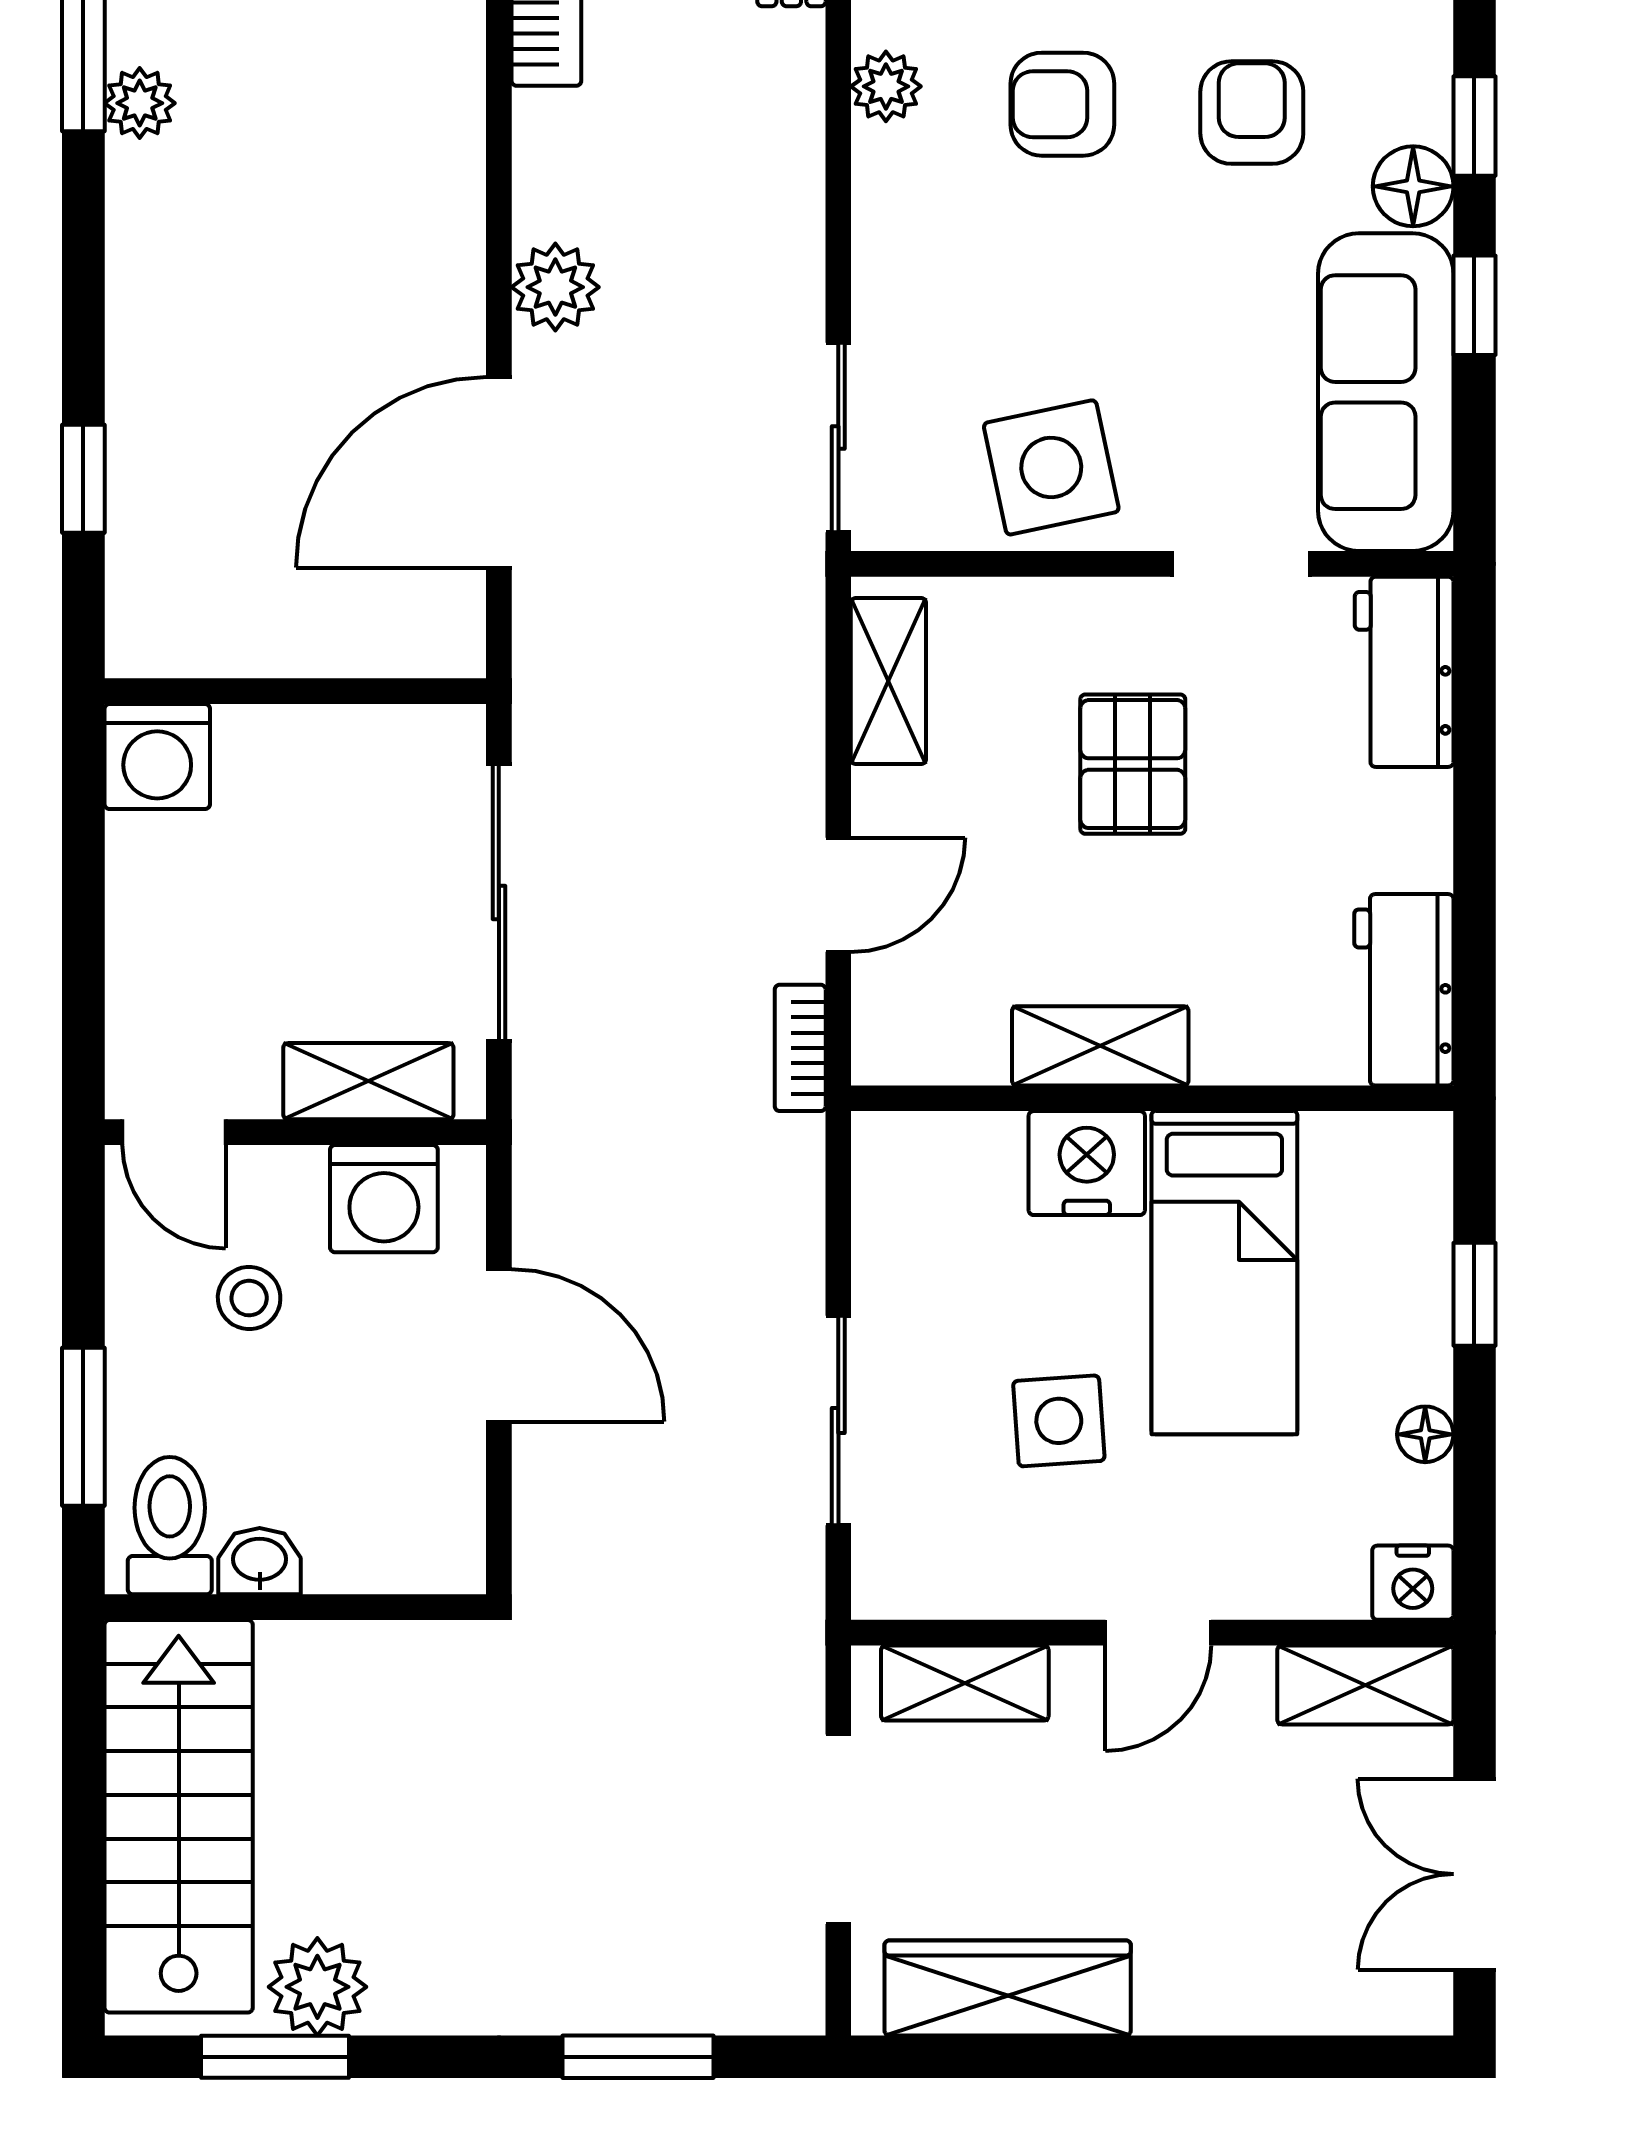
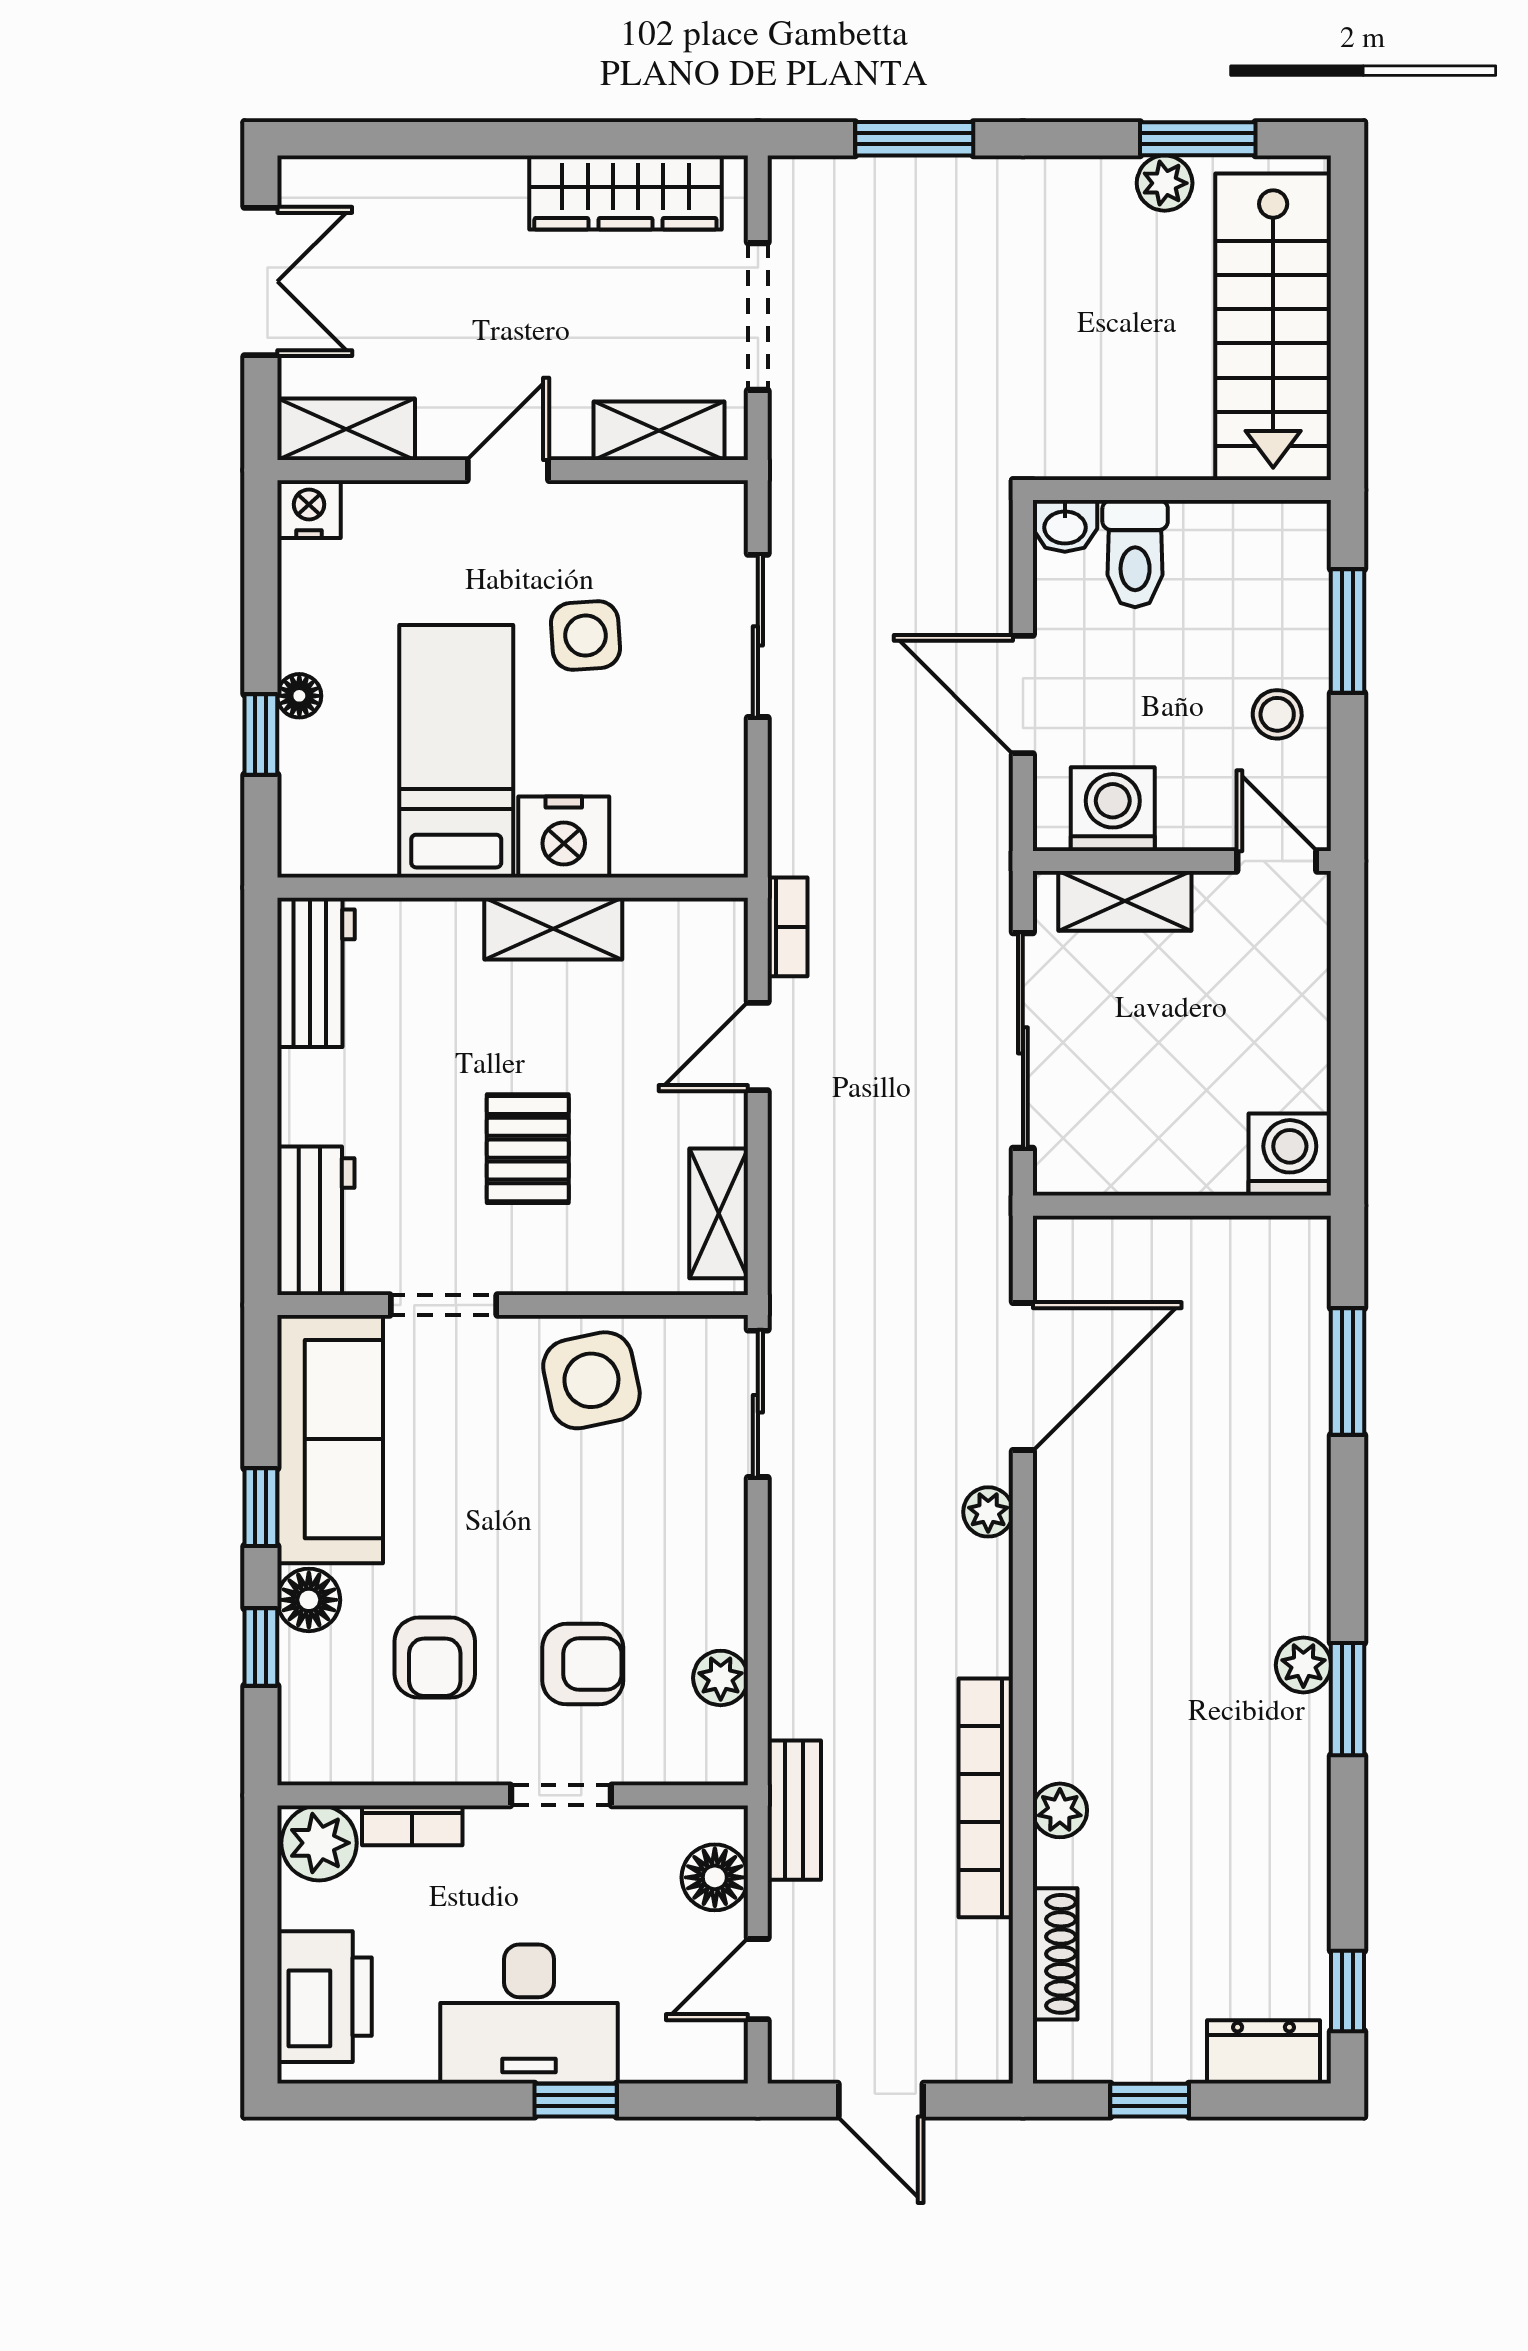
plant: (555, 287) -> (988, 1512), width x0.73, depth x0.73
window: (83, 479) -> (1348, 1371), width x1.50
stool: (249, 1298) -> (1277, 714), moved
floor lamp: (1425, 1434) -> (299, 696), moved
toilet: (170, 1526) -> (1135, 554), moved
washbasin: (260, 1561) -> (1065, 526), moved
plant: (317, 1987) -> (1165, 183), width x0.73, depth x0.73

